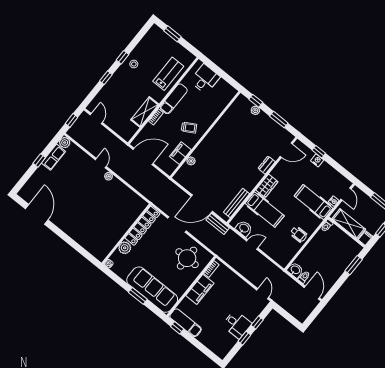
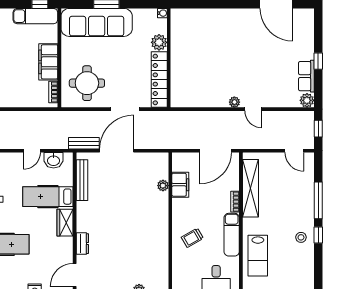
window: (106, 78) -> (318, 200), width x2.17
shelving: (145, 112) -> (250, 188), width x1.47
trolley: (189, 128) -> (192, 238), moved

